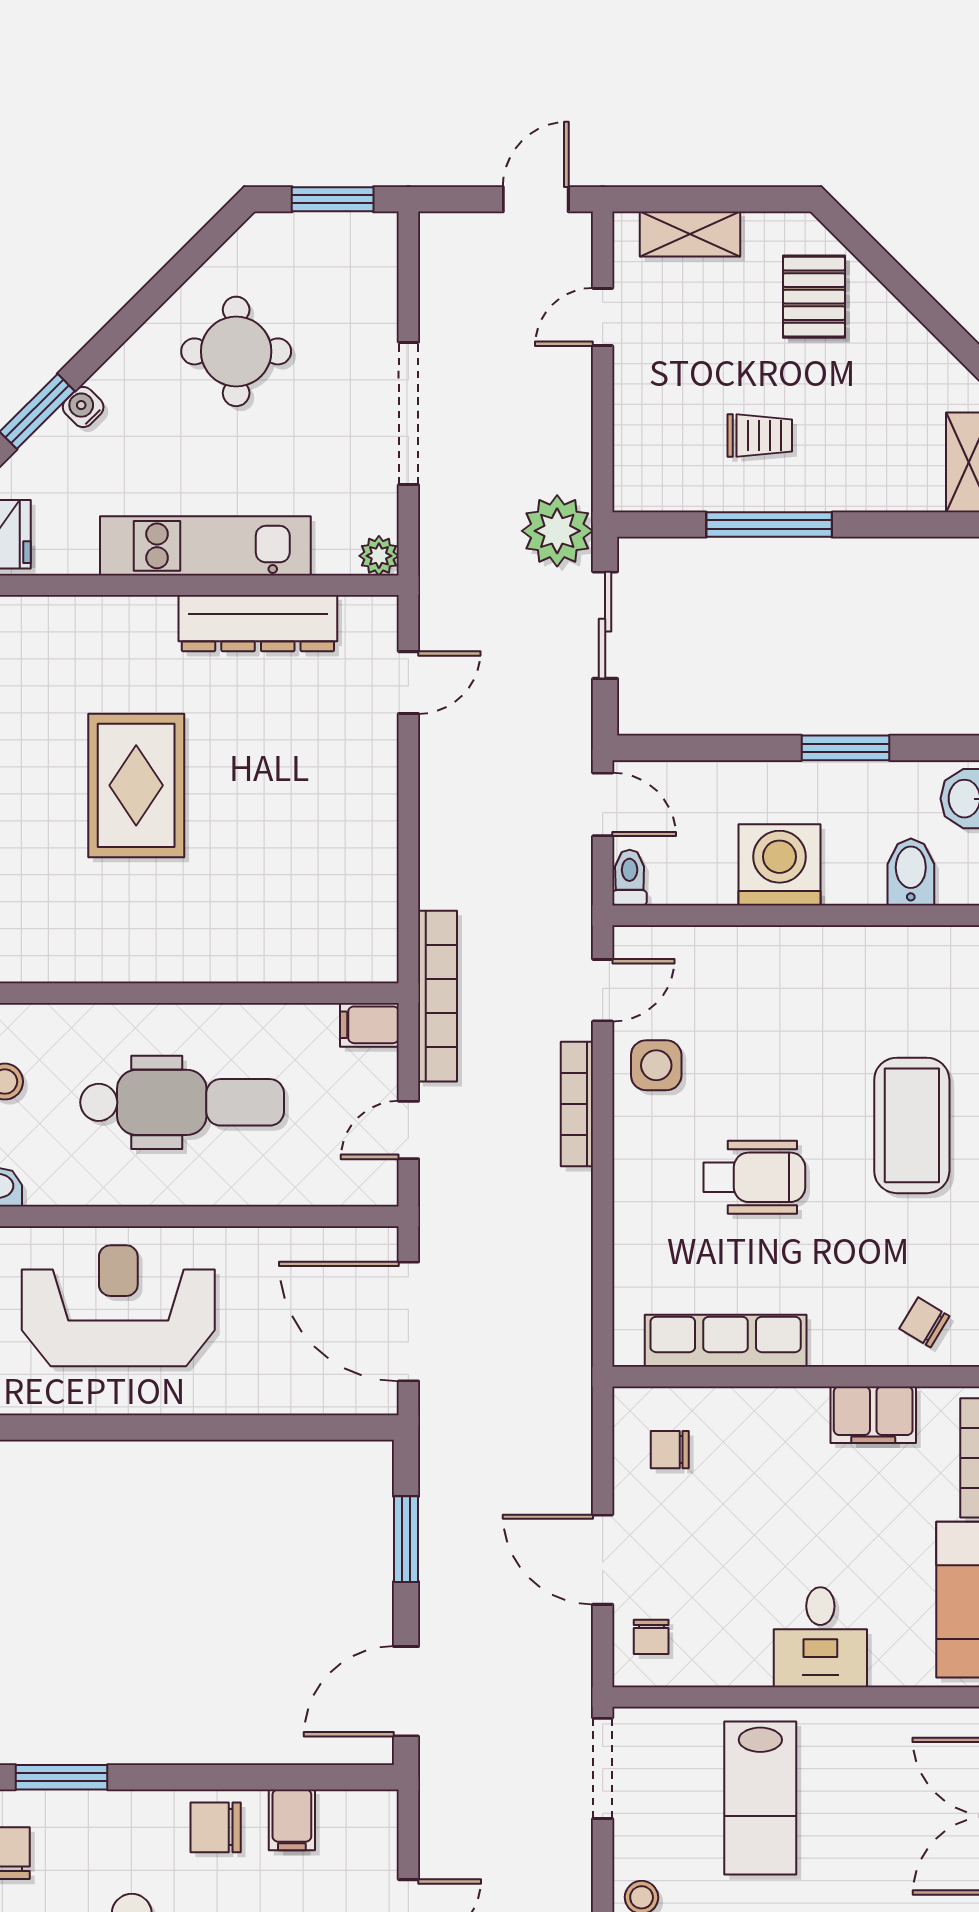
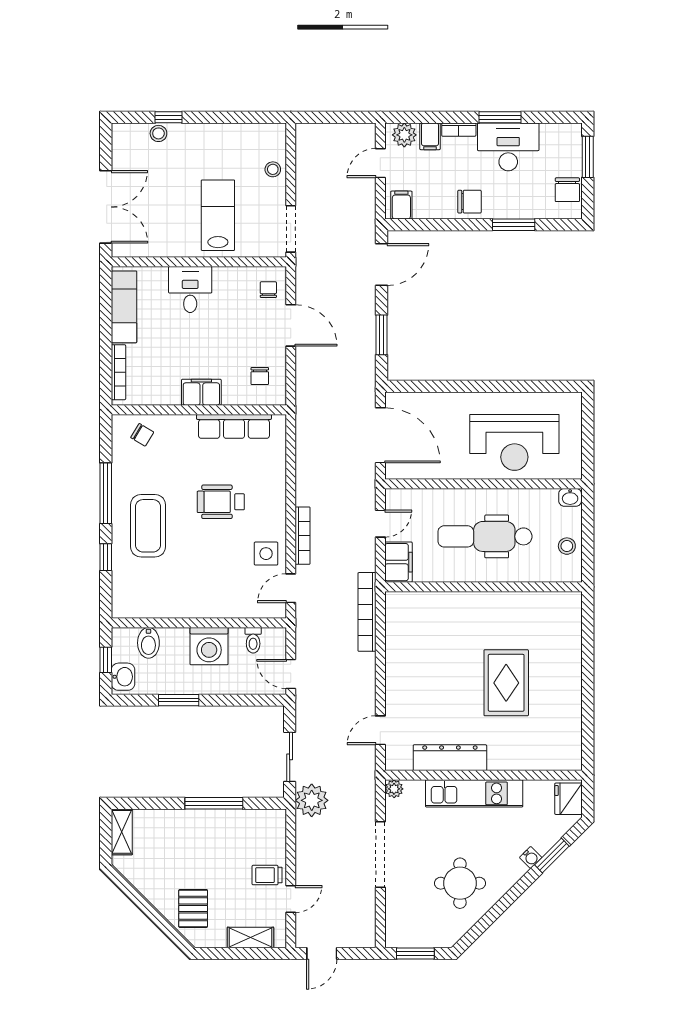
trolley: (760, 435) -> (267, 875), moved
toilet: (630, 878) -> (253, 640), moved
bookcase: (438, 996) -> (367, 612), moved
filing cabinet: (369, 1025) -> (398, 562), width x2.00
filing cabinet: (873, 1415) -> (201, 392), moved
chair: (670, 1450) -> (260, 376), turned 90
window: (62, 1777) -> (514, 225), moved
filing cabinet: (292, 1820) -> (401, 205), moved

